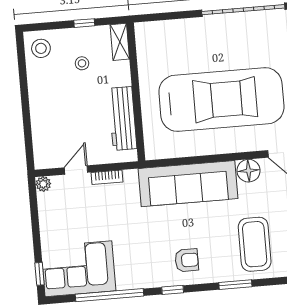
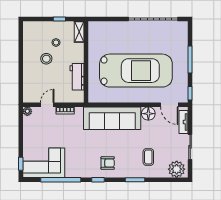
stool: (41, 48) -> (46, 59), moved
workbench: (123, 118) -> (77, 77), width x0.73
coffee table: (255, 244) -> (148, 157), width x0.54, depth x0.58

